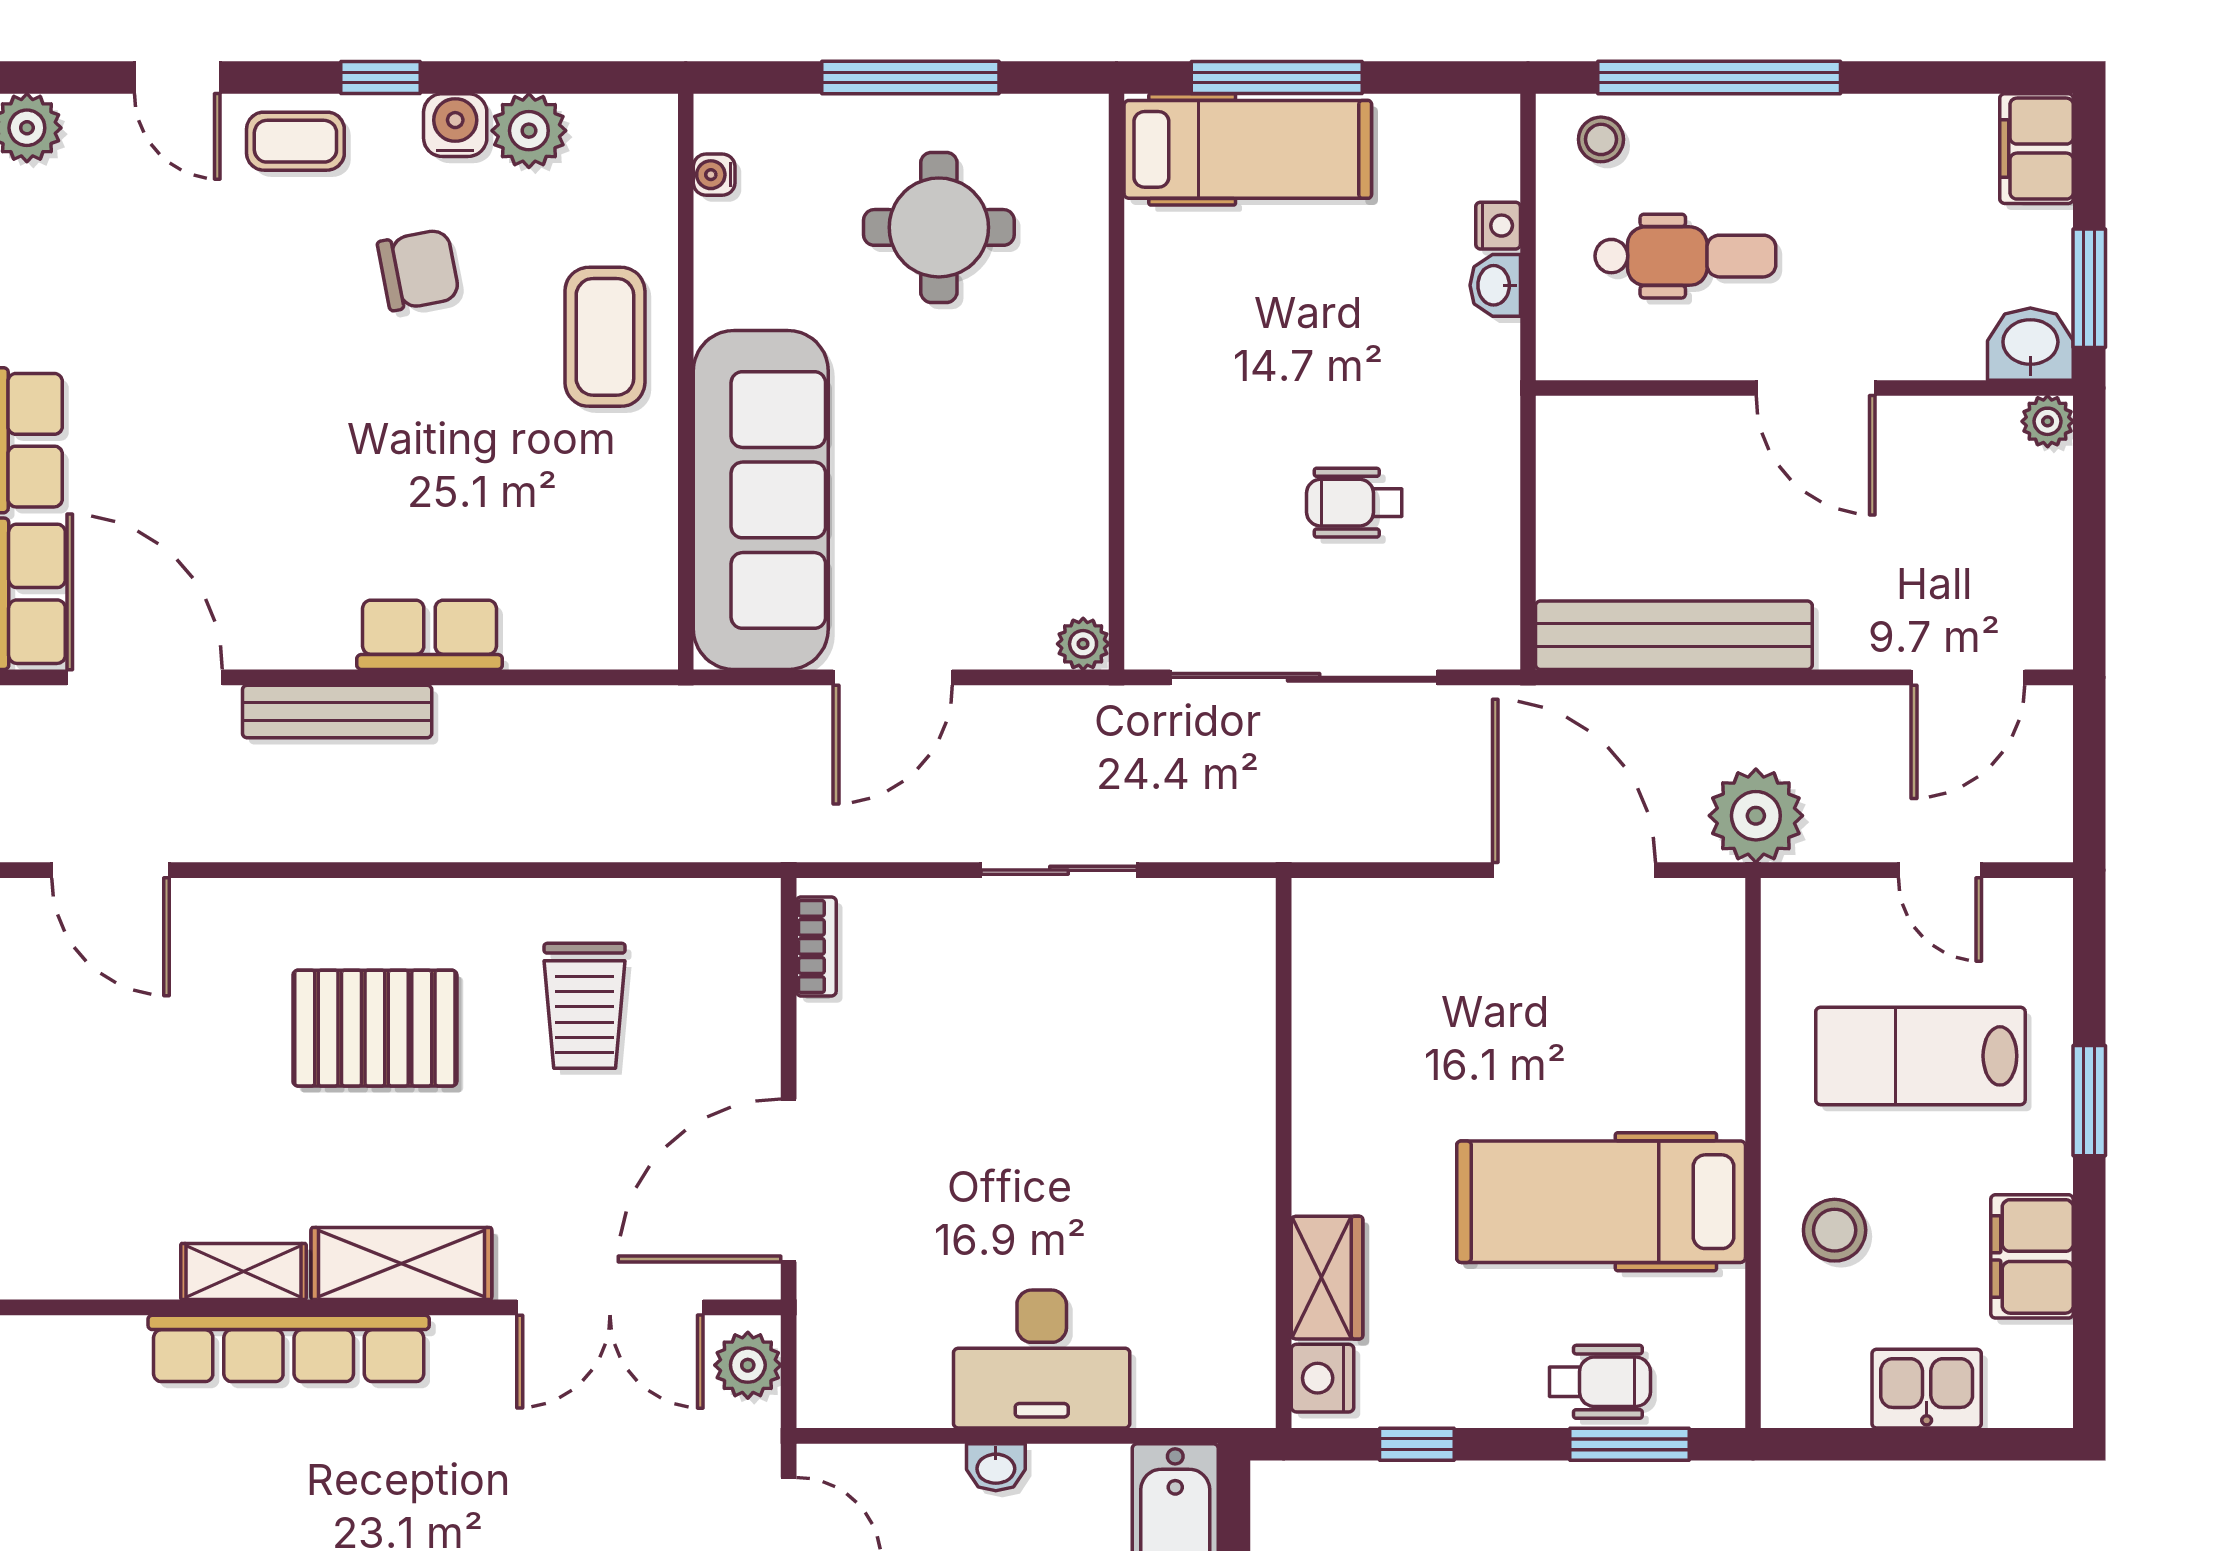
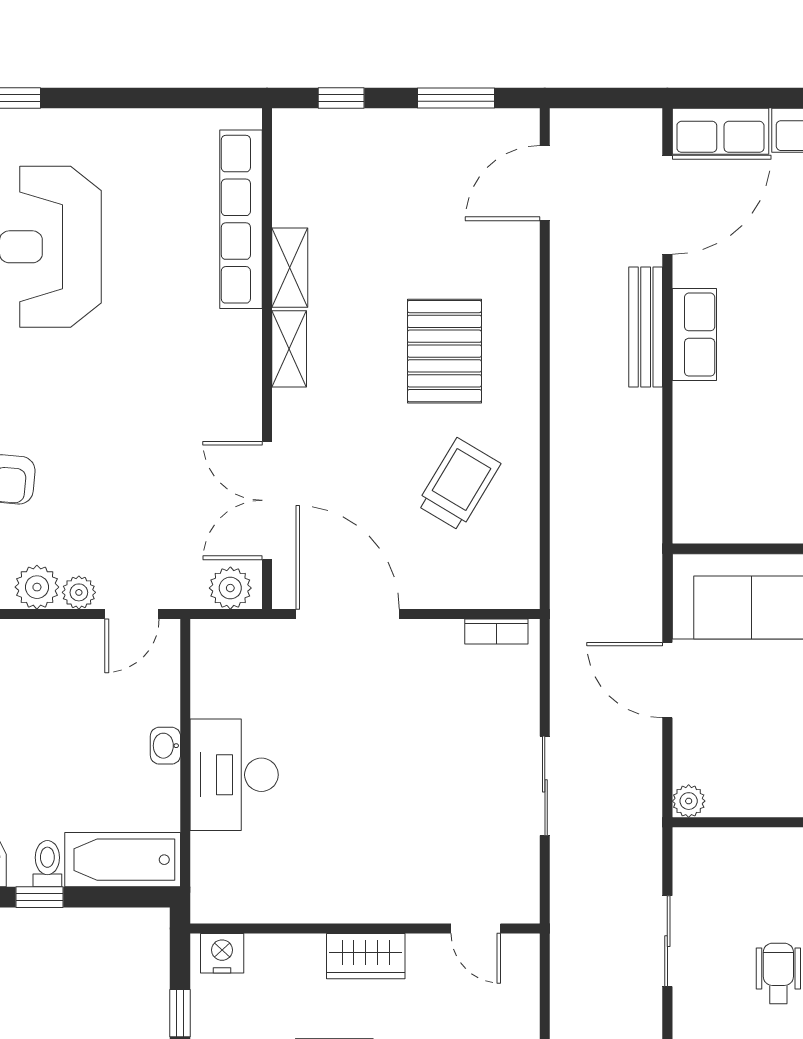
row of seats: (430, 635) -> (694, 335), moved
sliding door: (1304, 677) -> (667, 941), width x0.54
door: (1284, 979) -> (476, 929), added
trolley: (585, 1006) -> (459, 484), turned 121
shelving: (401, 1264) -> (289, 349), width x0.67, depth x0.75
wardrobe: (1327, 1278) -> (366, 956), moved
row of seats: (289, 1348) -> (241, 219), moved

